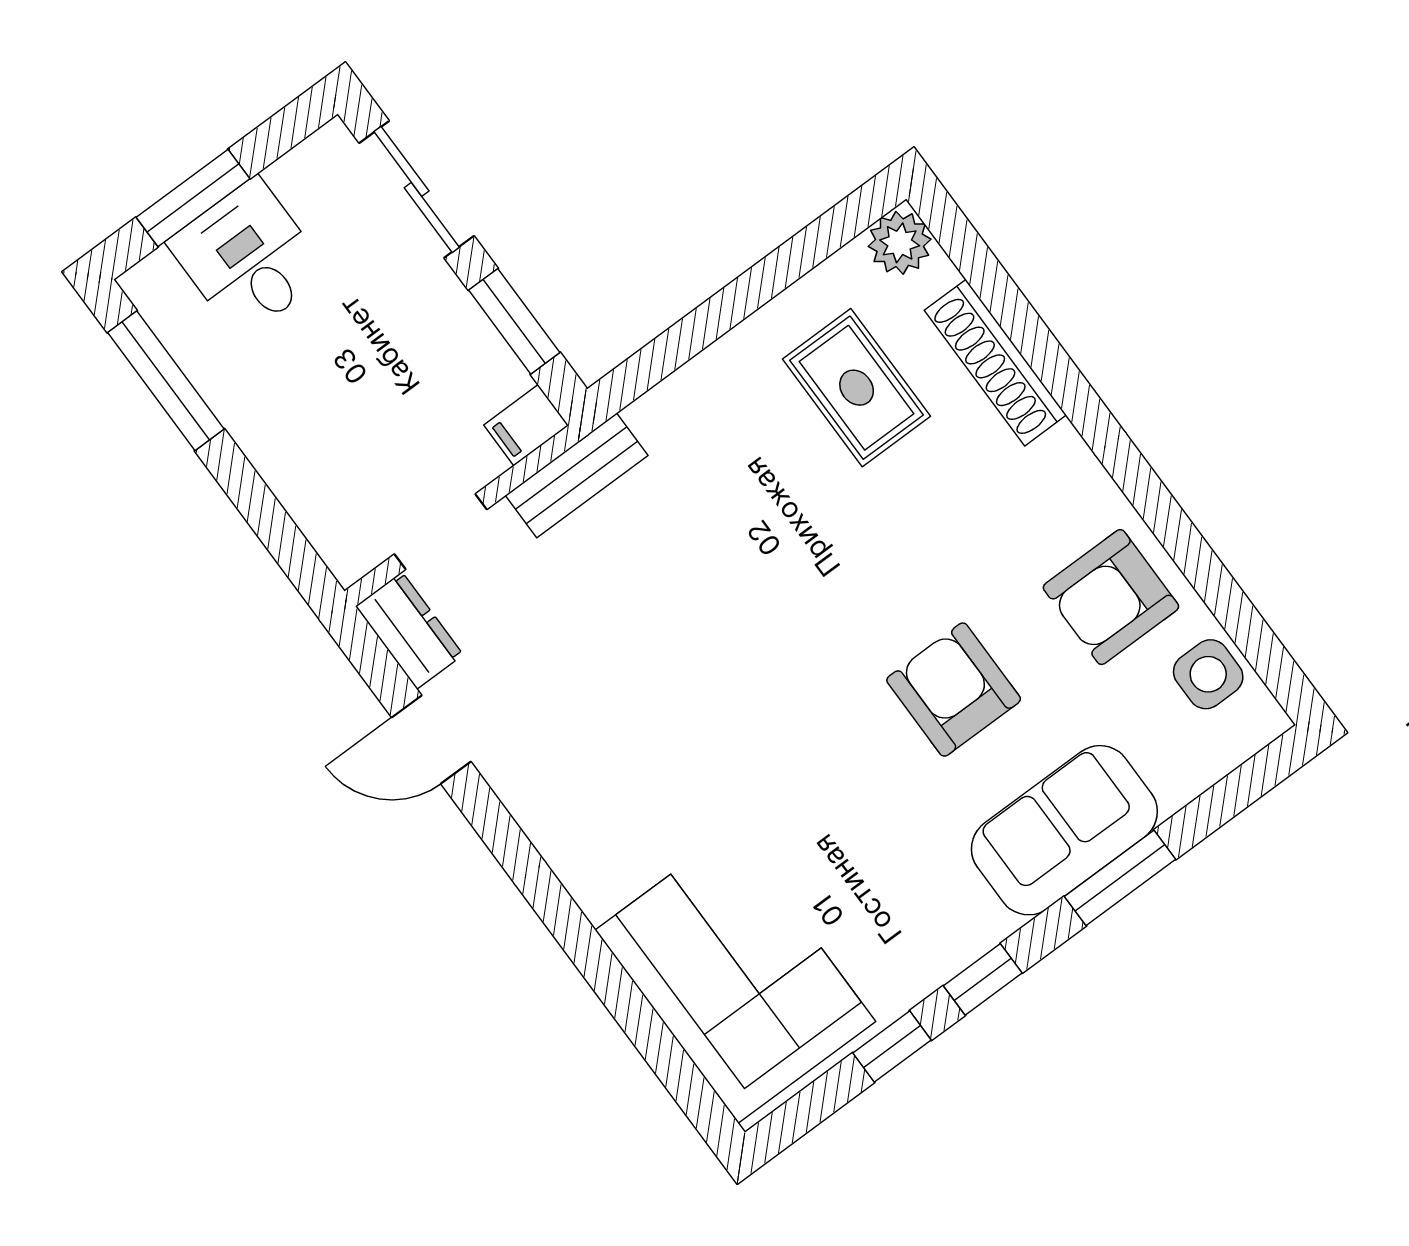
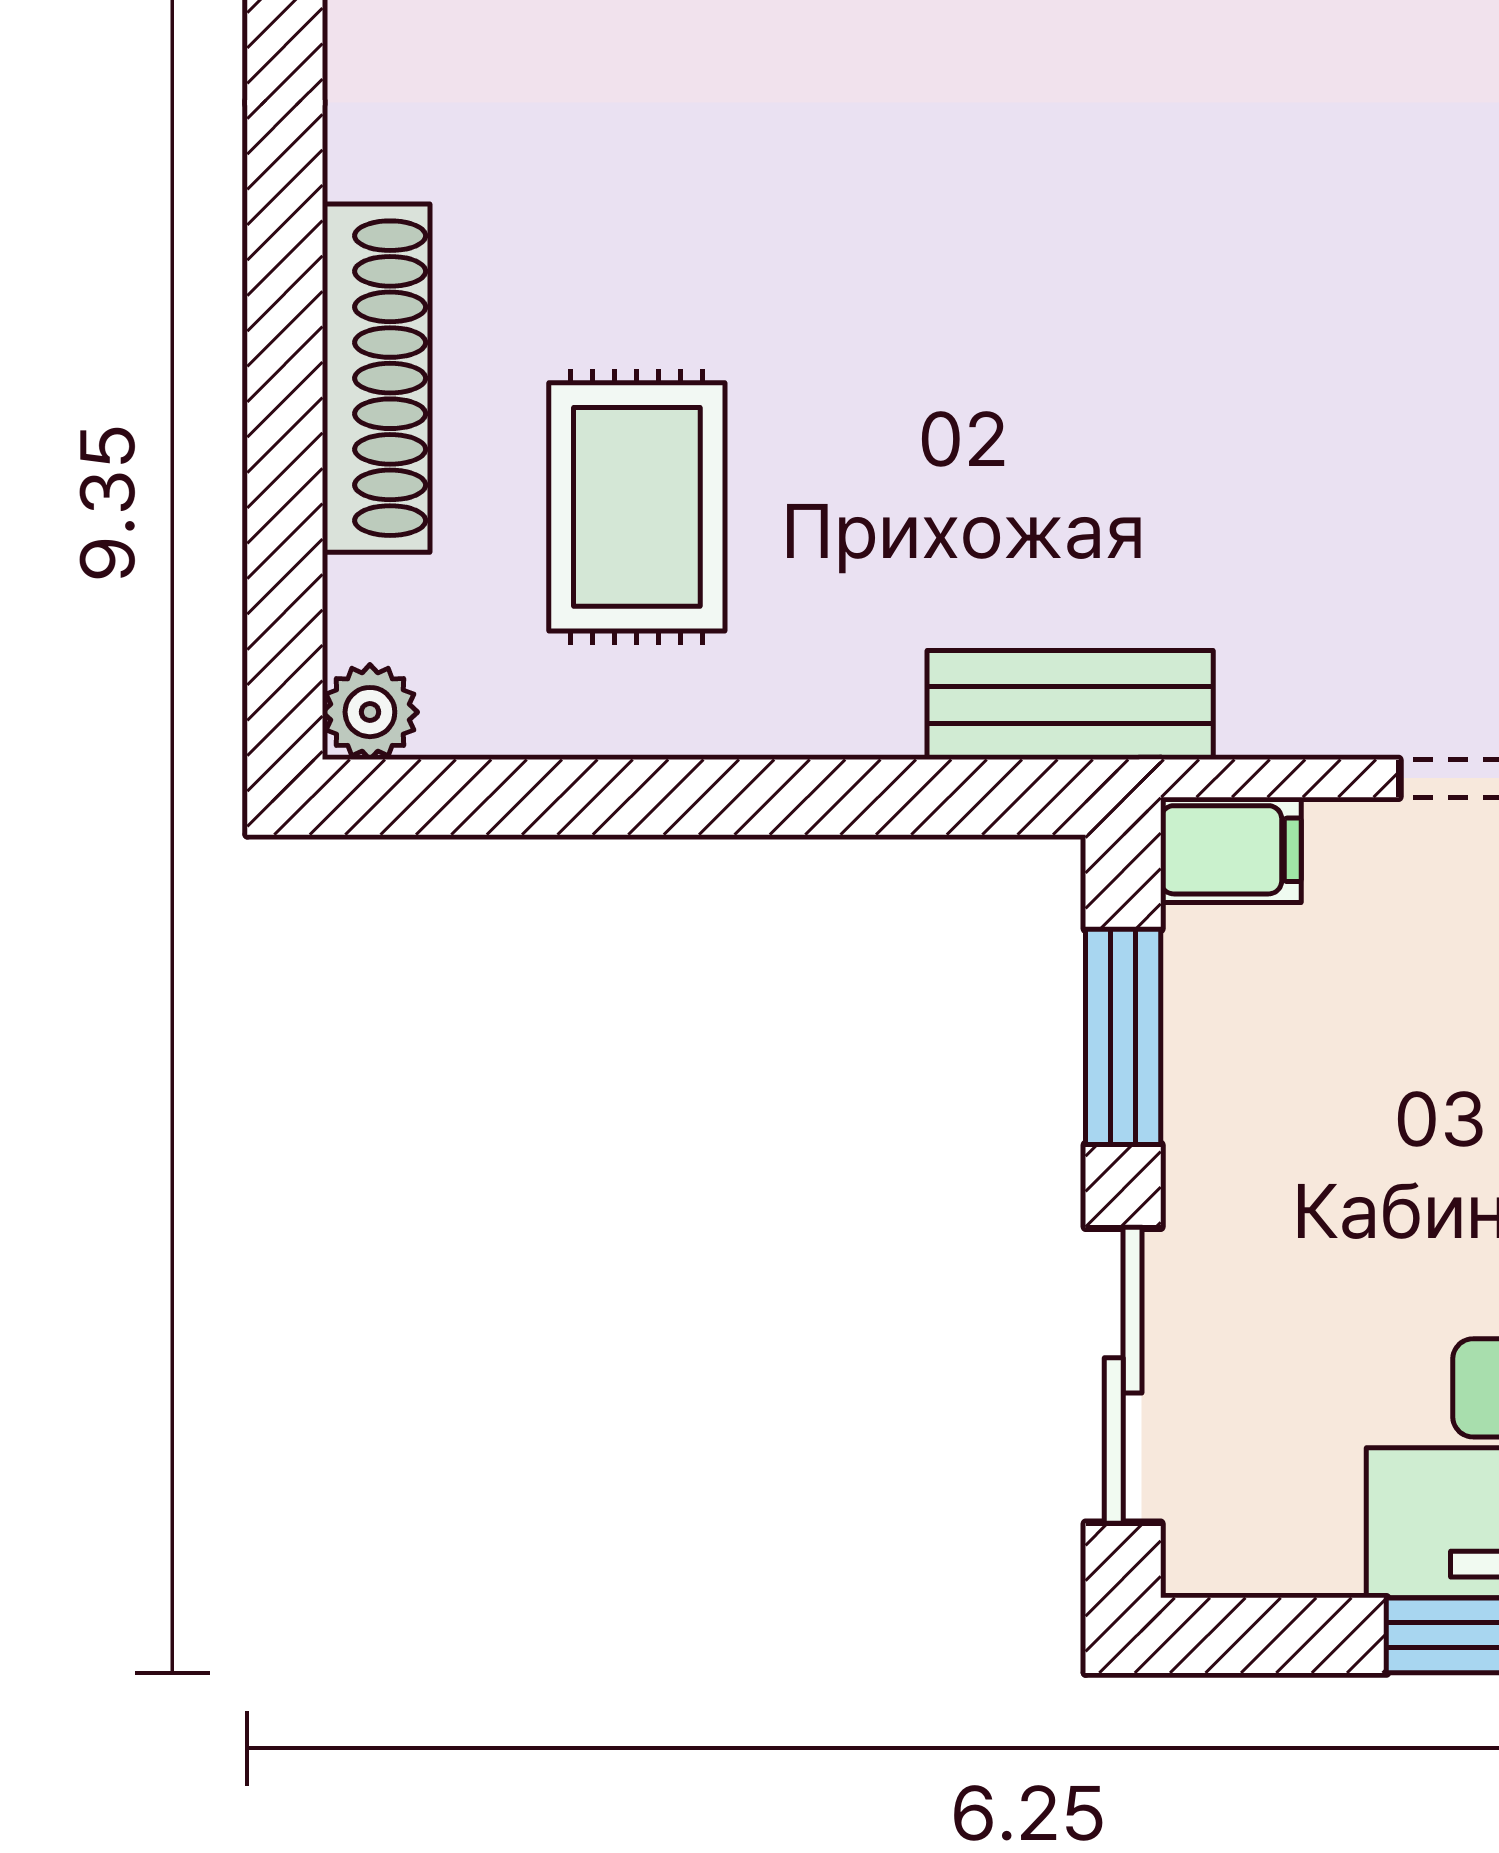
plant: (900, 243) -> (370, 712), width x0.73, depth x0.73
bench: (577, 475) -> (1070, 705), moved

